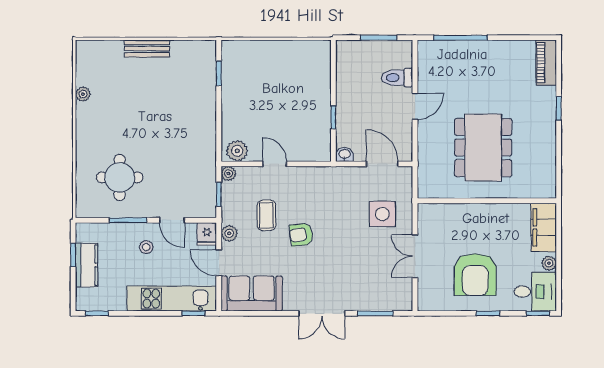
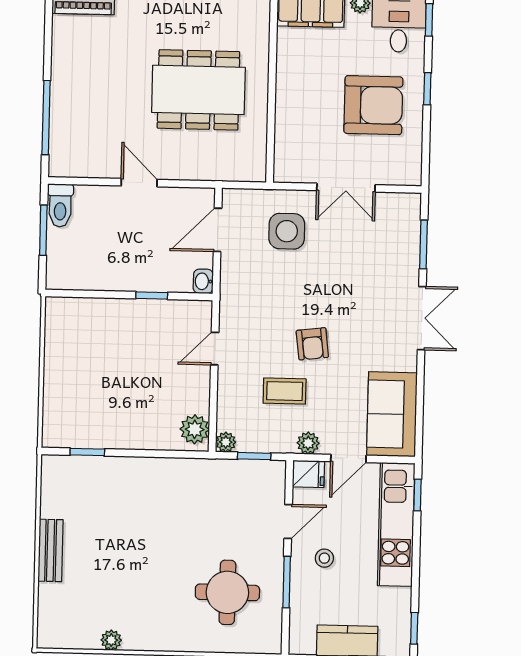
toilet: (397, 78) -> (60, 205), moved
door: (275, 164) -> (215, 349), moved

